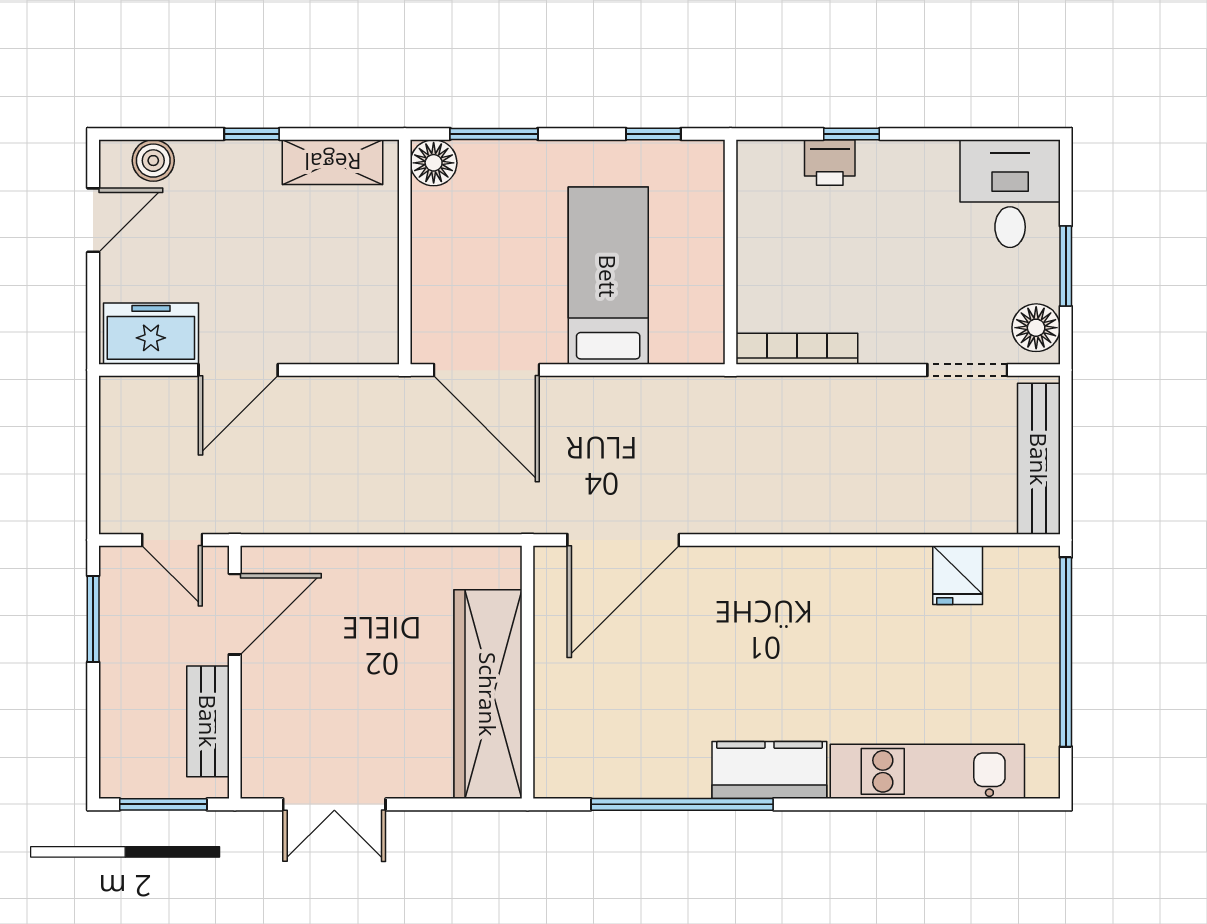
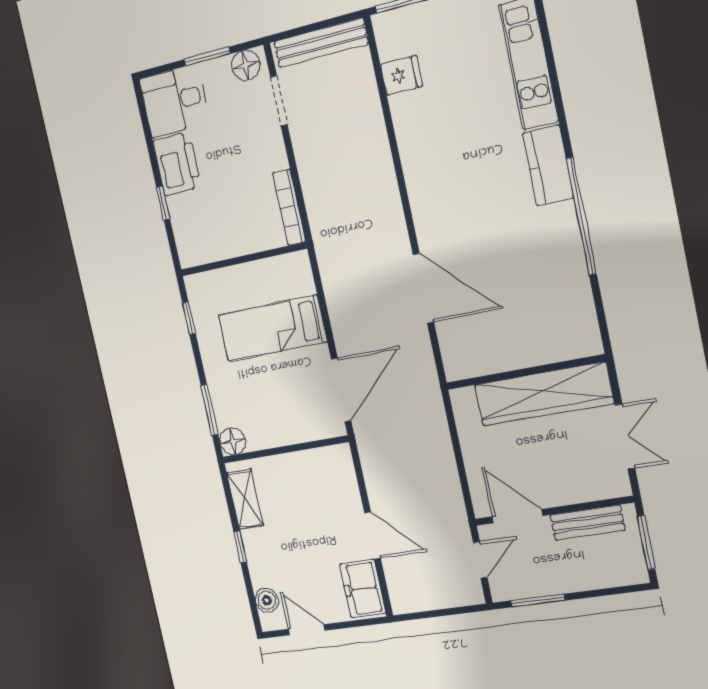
printer: (830, 162) -> (177, 164), moved, width x1.87, depth x1.48
wall: (527, 672) -> (525, 372), moved
wardrobe: (488, 694) -> (544, 394), moved

